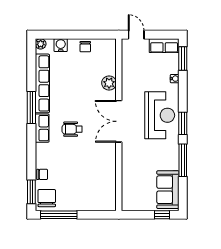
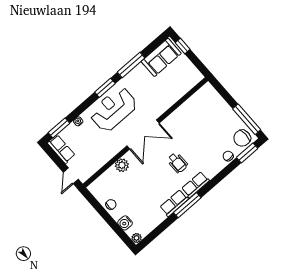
row of seats: (42, 83) -> (174, 203), width x0.50

